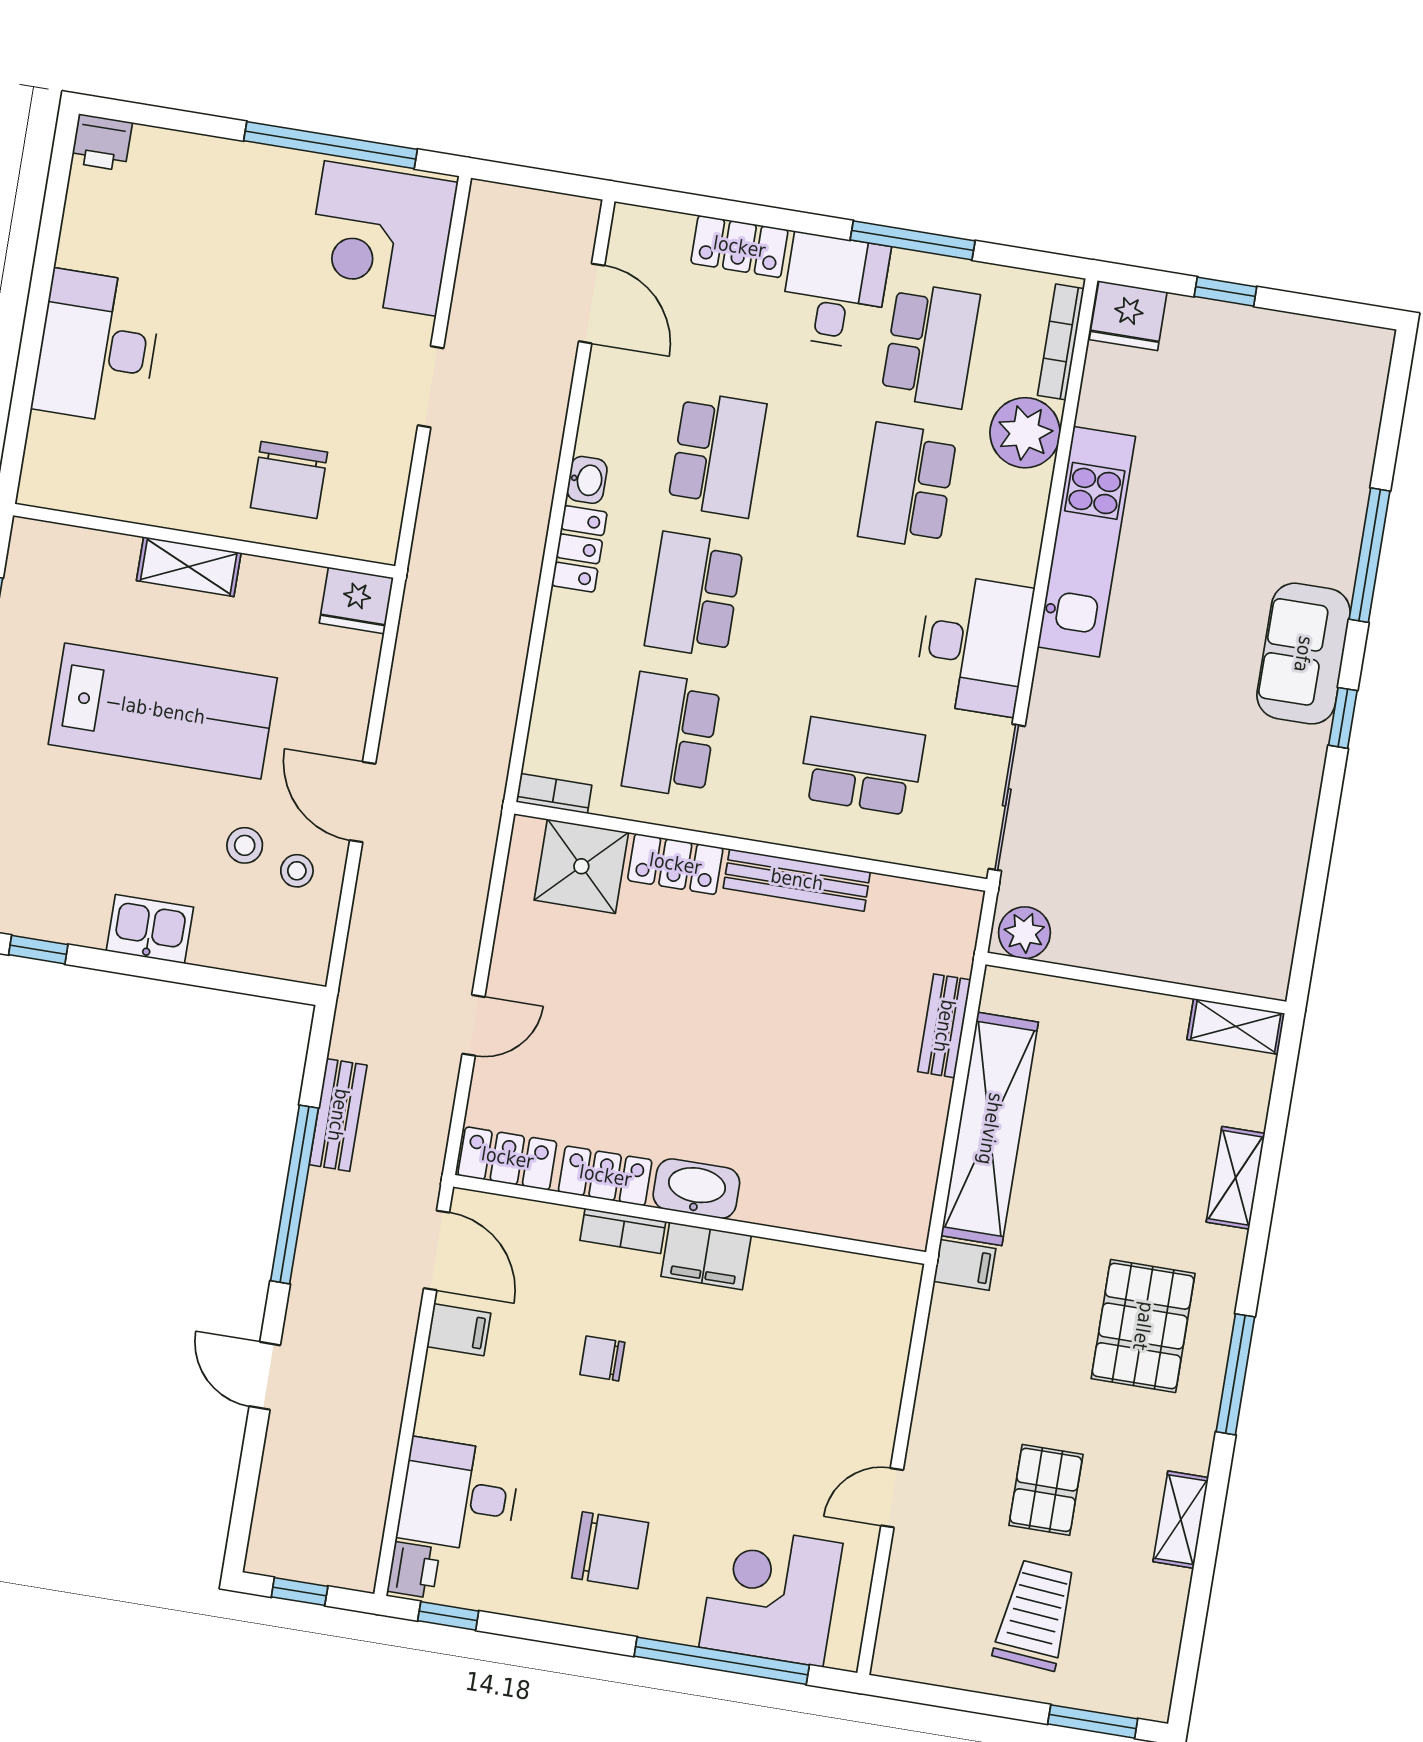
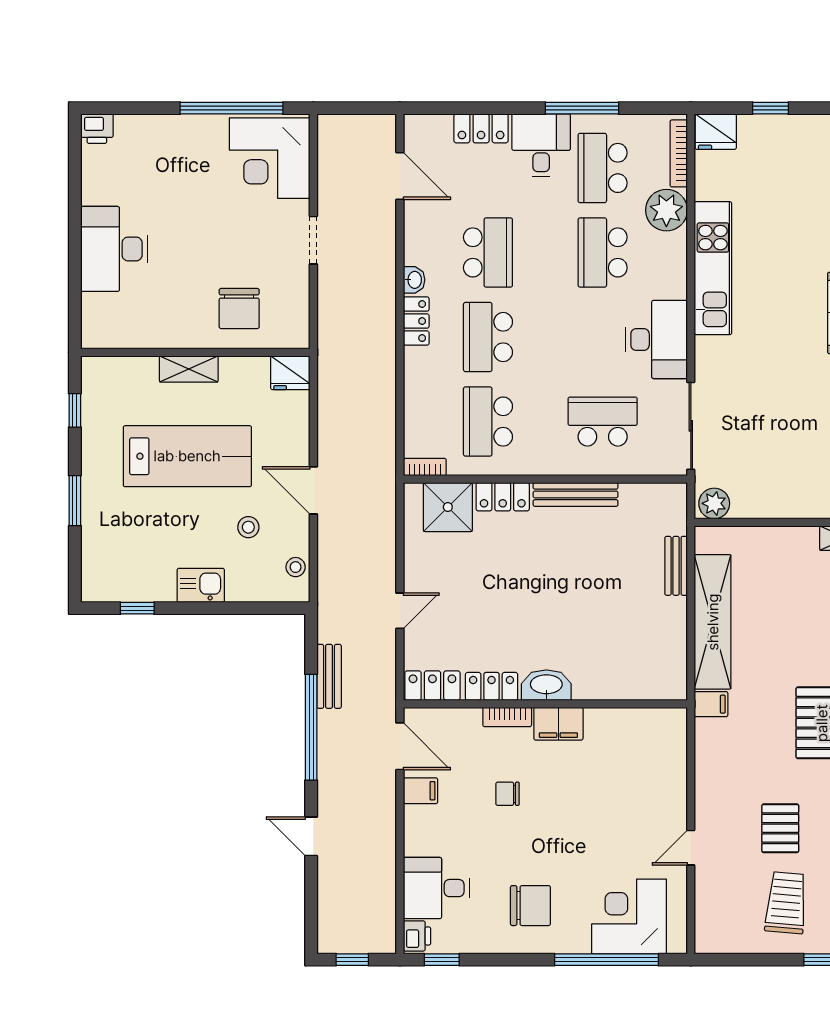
school desk: (930, 345) -> (603, 168), turned 180
stool: (297, 871) -> (296, 567), moved

